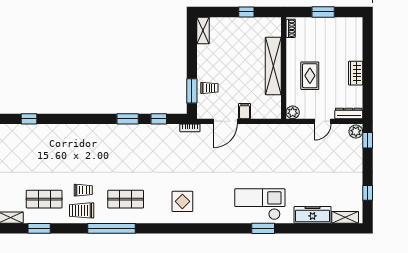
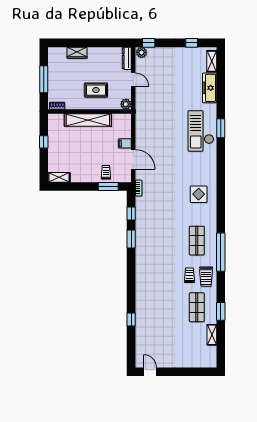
window: (323, 12) -> (44, 79), width x1.44
wardrobe: (356, 73) -> (77, 53), moved

